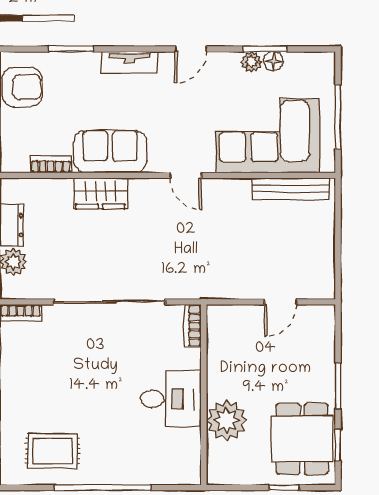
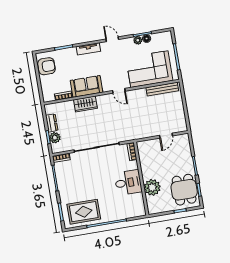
door: (191, 49) -> (112, 39), swing flipped
rug: (53, 451) -> (84, 212), width x1.36, depth x1.43

